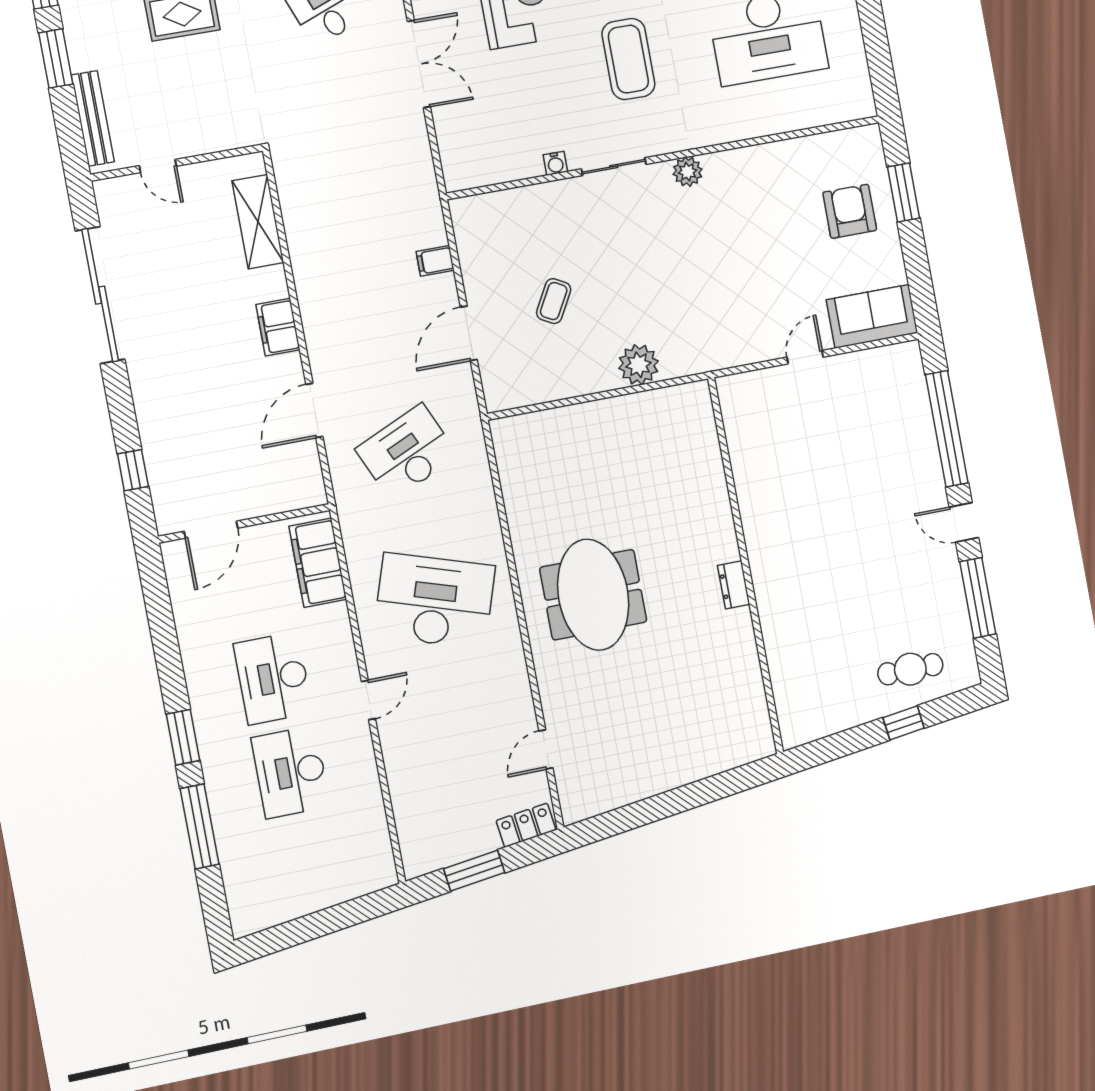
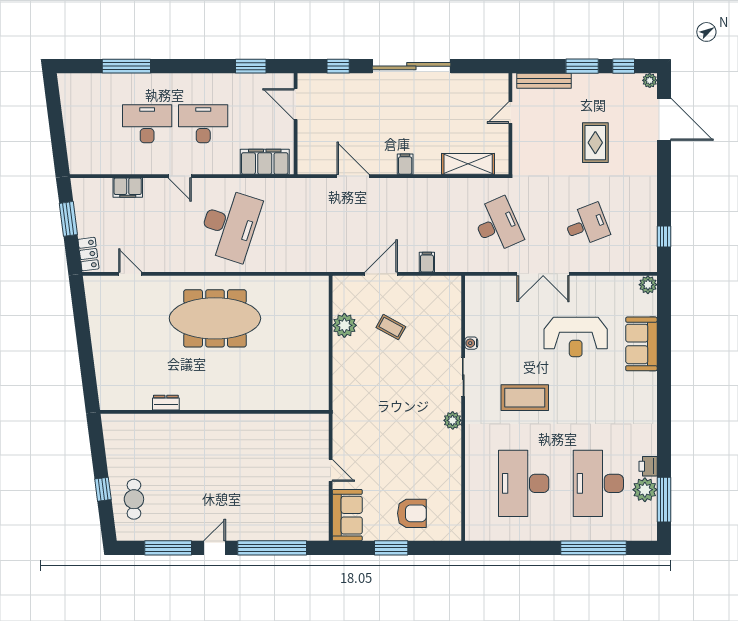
window: (904, 193) -> (391, 548), moved
sliding door: (100, 295) -> (411, 66), moved
filing cabinet: (278, 327) -> (405, 164), width x0.50
door: (469, 333) -> (381, 274), hinge flipped
plant: (638, 365) -> (344, 325), moved
desk: (407, 452) -> (497, 225), moved
dresser: (734, 585) -> (166, 403), moved
meeting table: (593, 595) -> (215, 318), width x1.36
window: (183, 737) -> (251, 66), moved
filing cabinet: (404, 783) -> (128, 188), added

